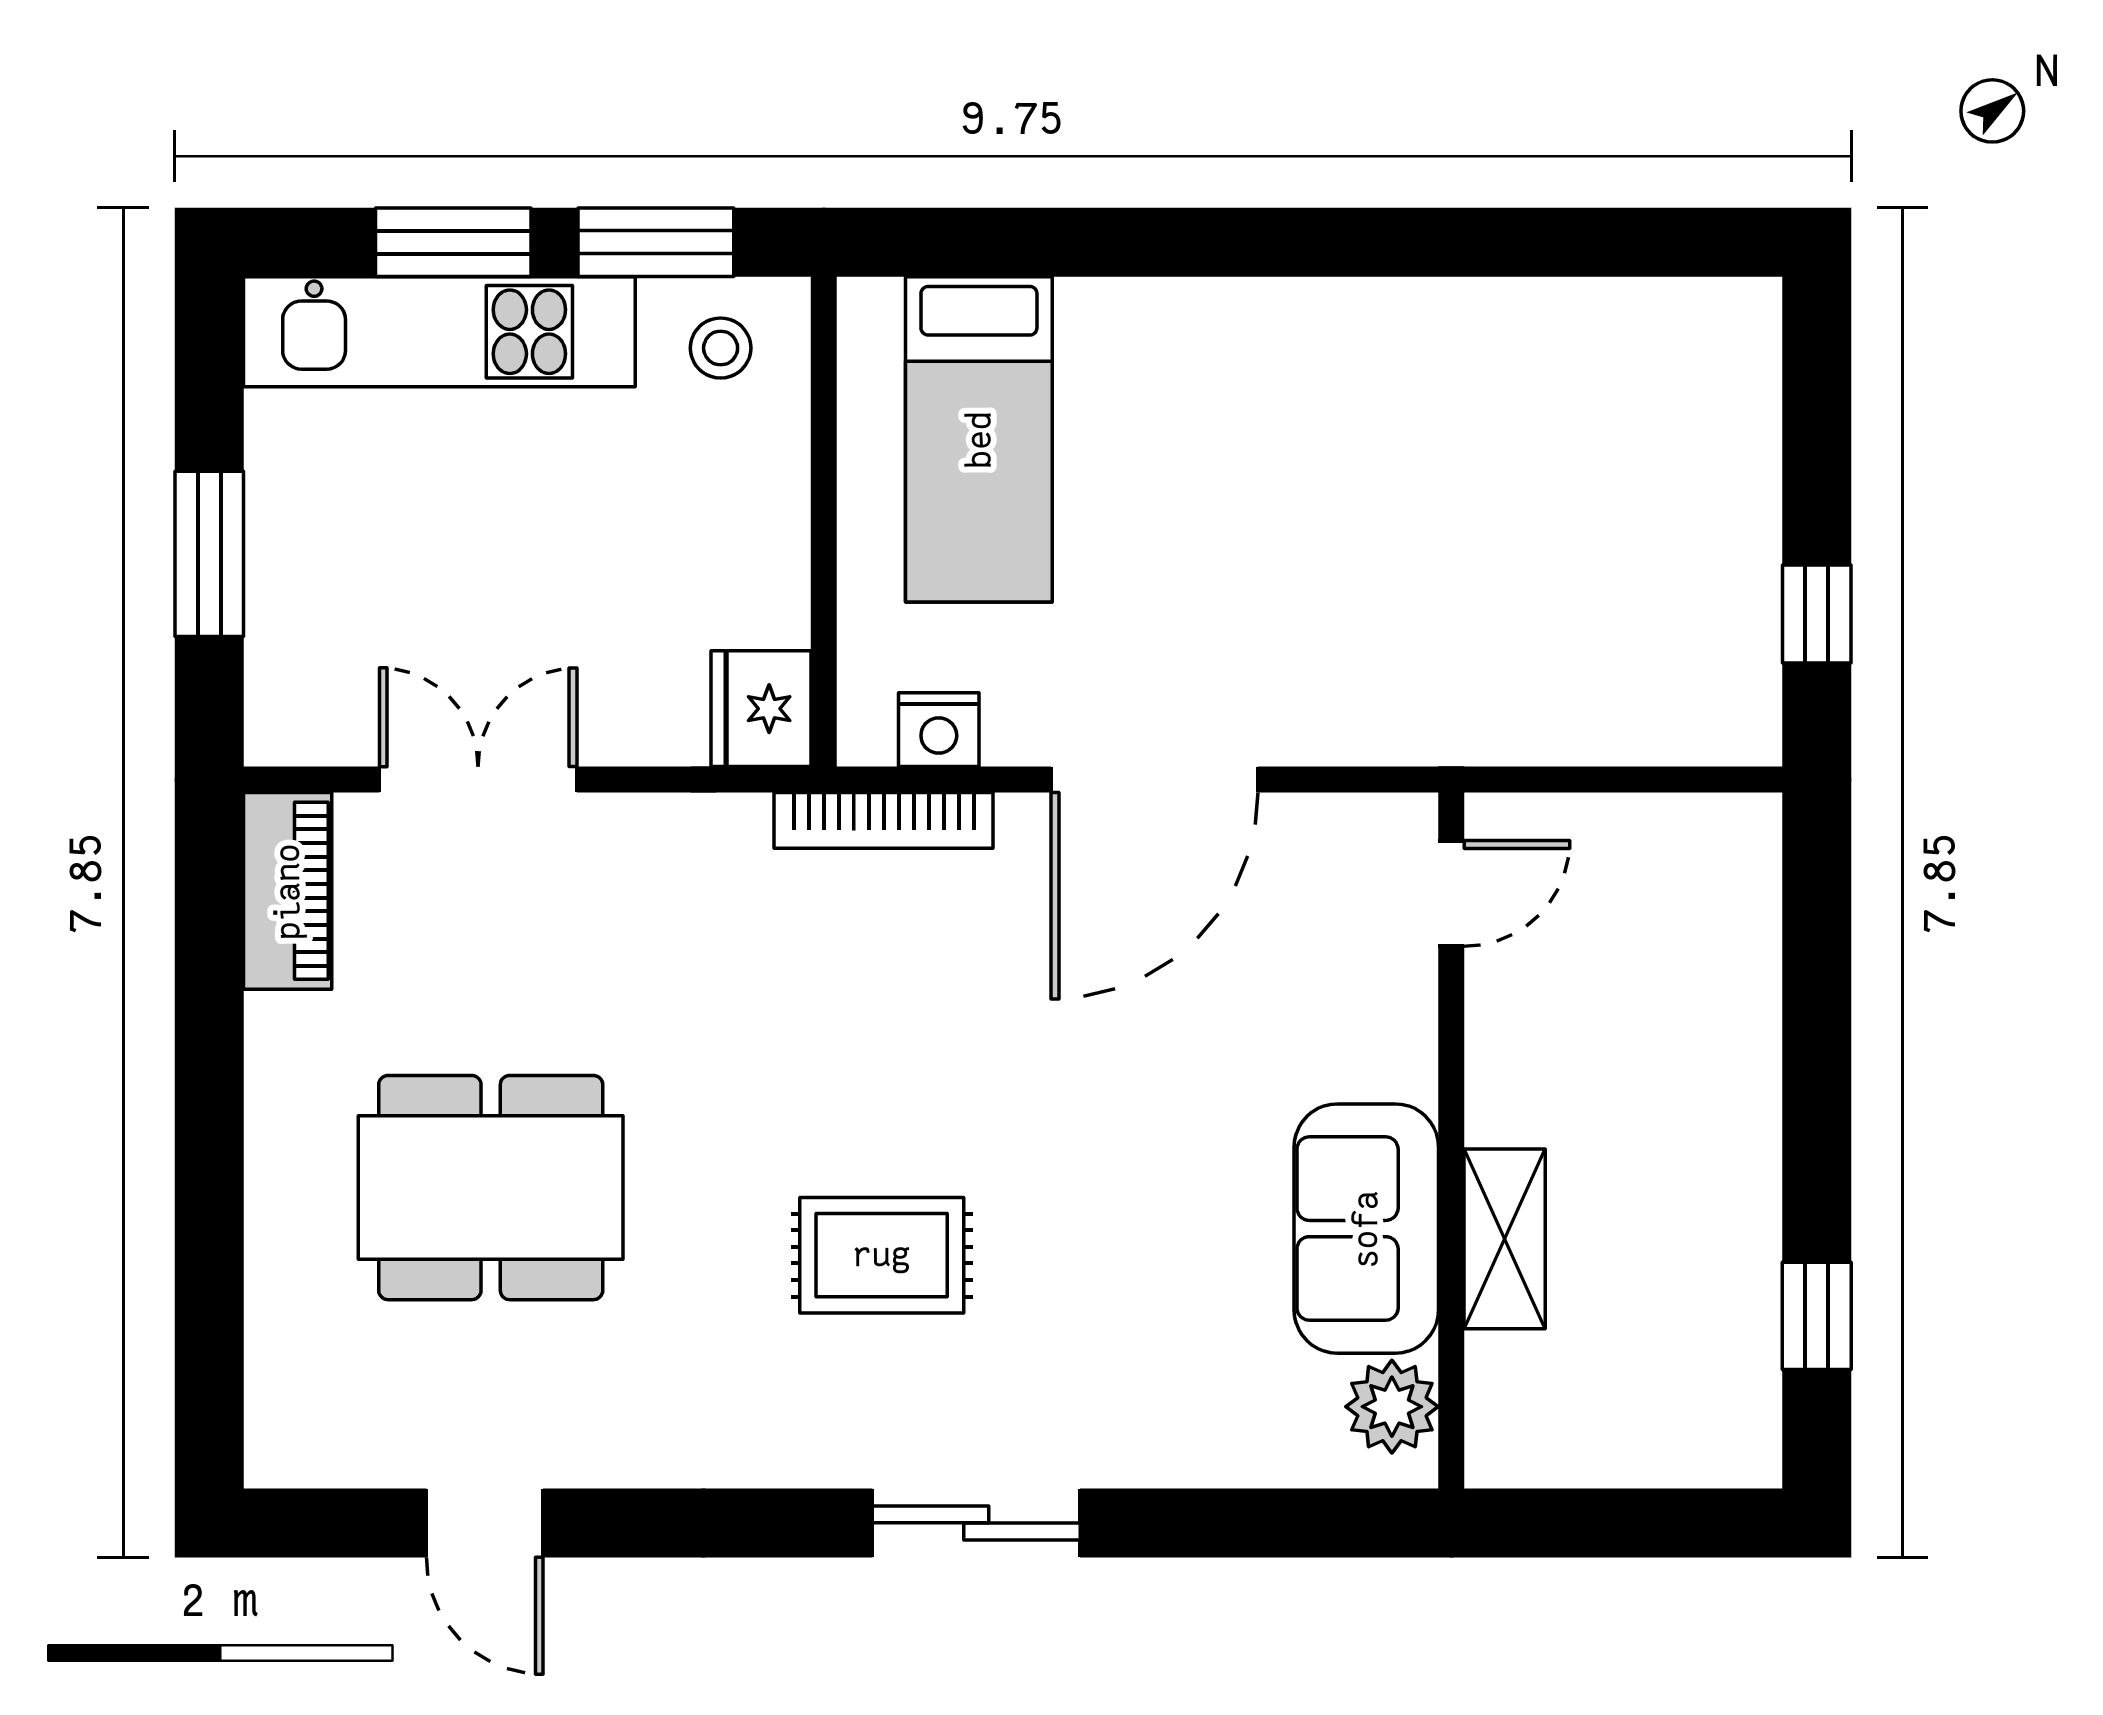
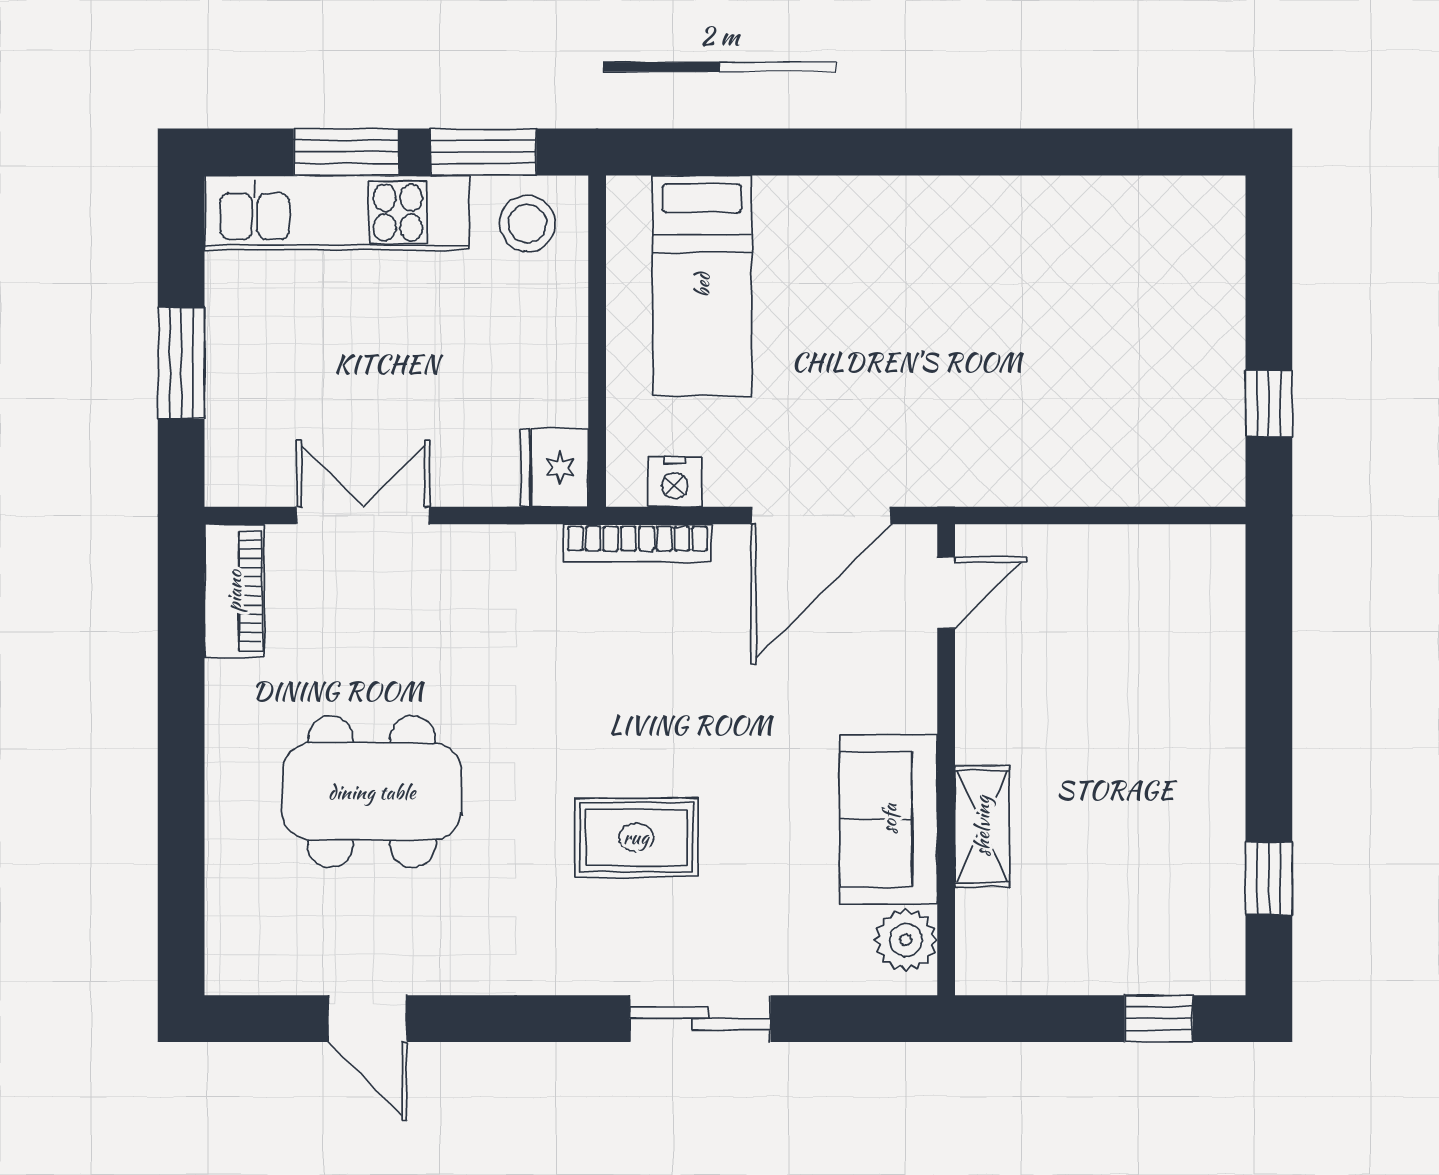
stool: (721, 348) -> (527, 224), width x1.37, depth x1.37
door: (1451, 893) -> (946, 593), moved
wall: (1451, 1140) -> (946, 760), moved
sofa: (1366, 1229) -> (889, 819), moved
shelving: (1505, 1239) -> (982, 826), moved
plant: (1392, 1407) -> (906, 940), moved
window: (1654, 1523) -> (1159, 1019), added

